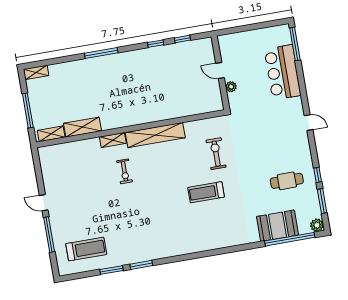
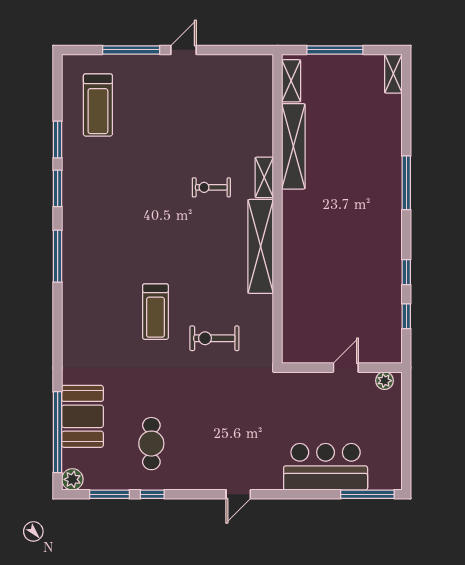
plant: (231, 87) -> (384, 381), moved
shelving: (83, 127) -> (293, 146), width x1.47
exercise bike: (216, 154) -> (214, 338), turned 180
treadmill: (206, 192) -> (155, 312), turned 180
window: (183, 258) -> (58, 256), added

